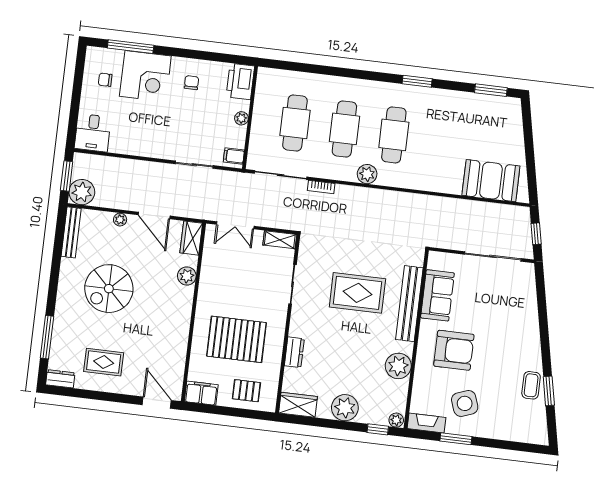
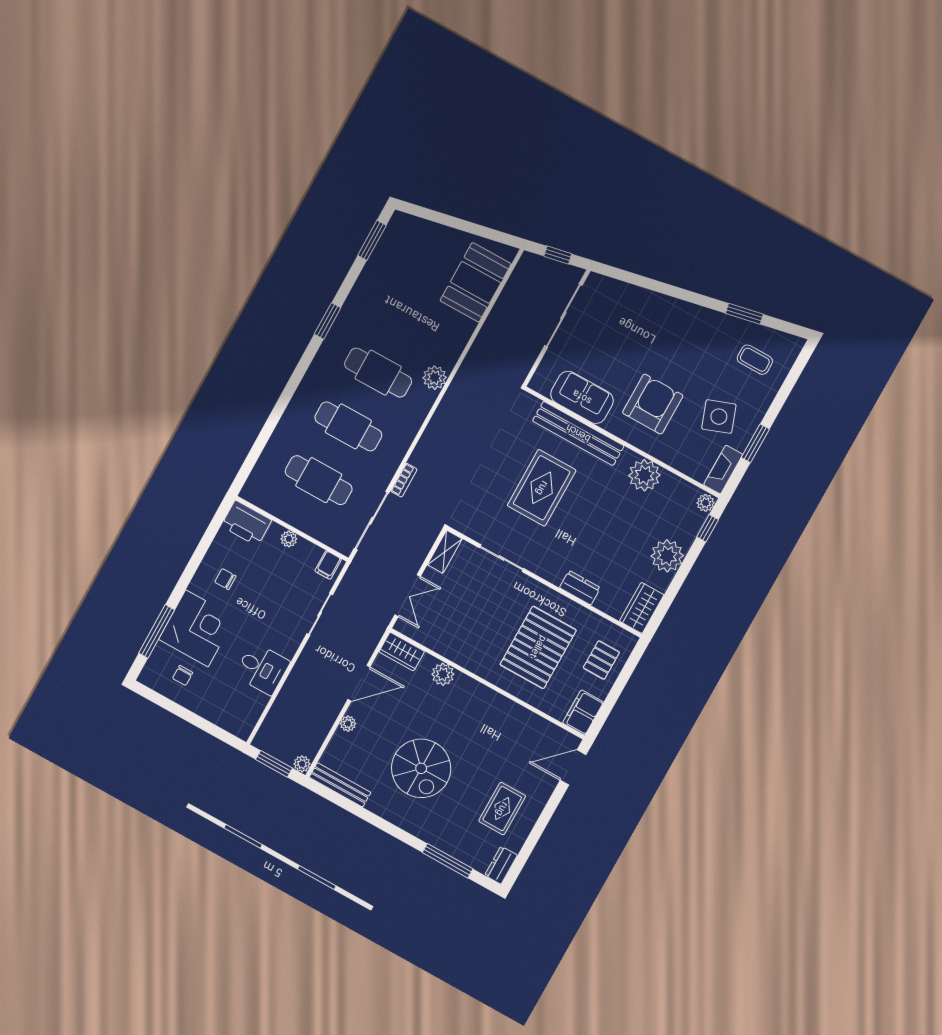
desk: (93, 133) -> (262, 669), moved
plant: (367, 174) -> (435, 378), moved
plant: (82, 192) -> (302, 764), width x0.53, depth x0.53
coffee table: (531, 385) -> (755, 360), moved

